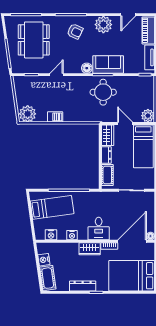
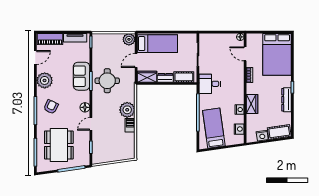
door: (128, 15) -> (35, 57), hinge flipped
dining table: (34, 40) -> (59, 145), turned 90
floor lamp: (87, 68) -> (85, 107), moved
door: (57, 75) -> (91, 124), hinge flipped
plant: (28, 114) -> (127, 110), moved
desk: (99, 229) -> (210, 84), moved, turned 180
door: (132, 241) -> (245, 54), width x0.53
wardrobe: (90, 249) -> (252, 104), moved

